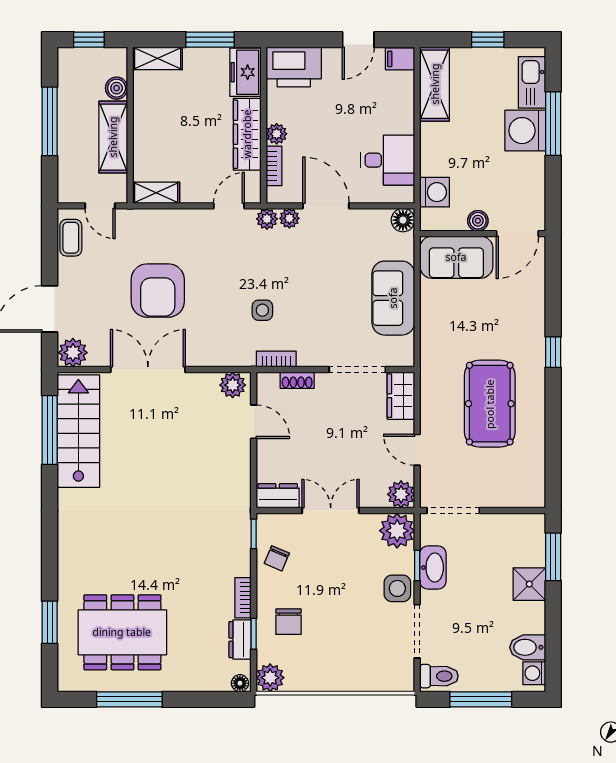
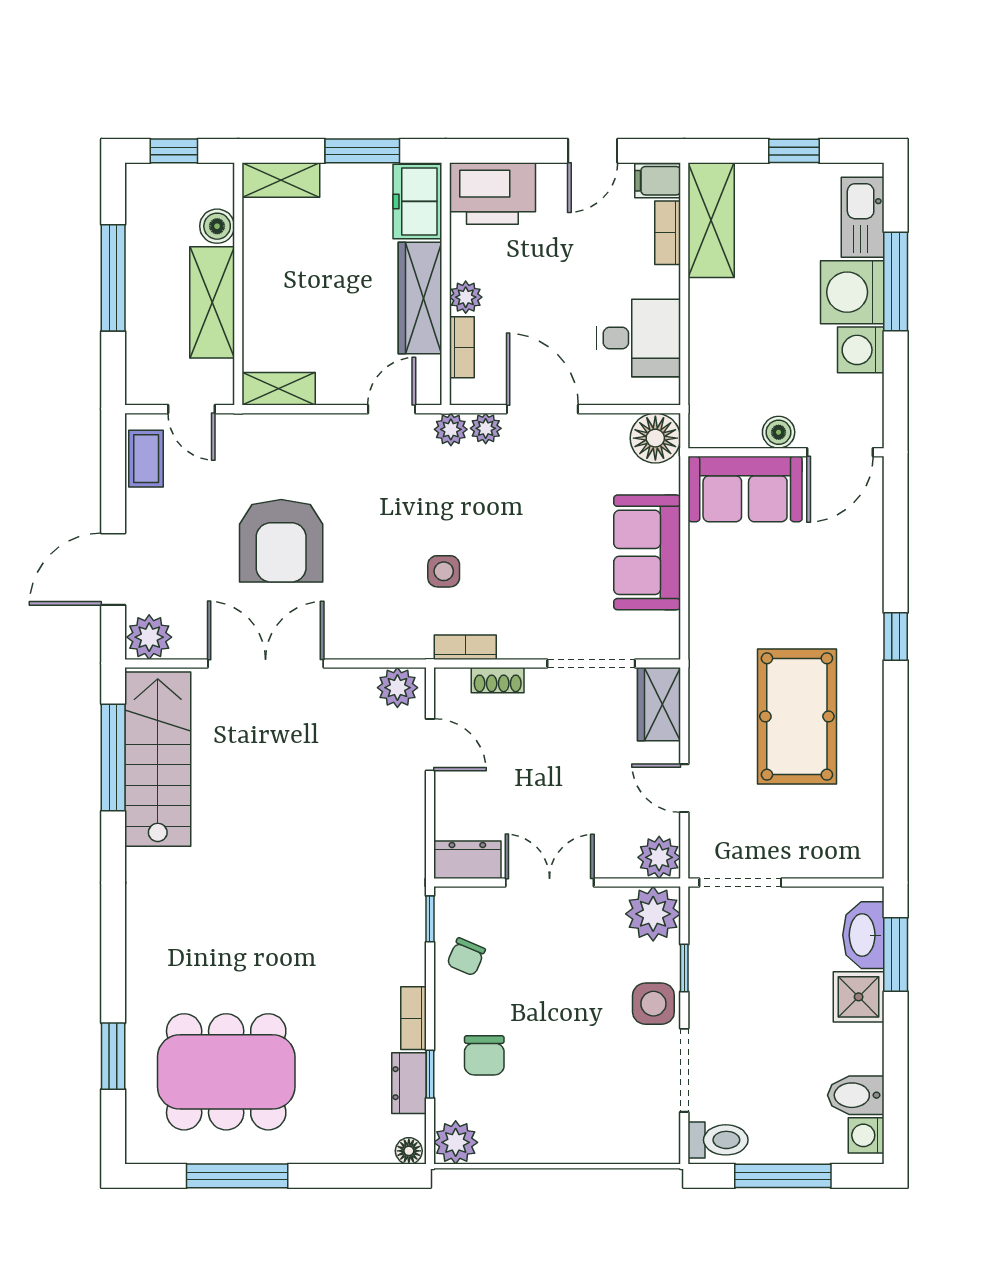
bookcase: (406, 92) -> (668, 233), added
washing machine: (435, 192) -> (861, 350), moved, turned 180
floor lamp: (403, 220) -> (655, 438), width x1.38, depth x1.38
washbasin: (433, 568) -> (863, 935), moved, turned 180

